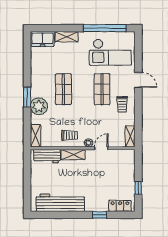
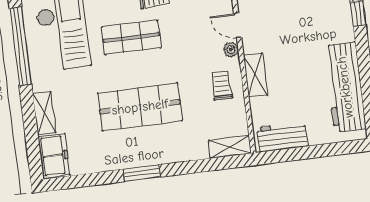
shop shelf: (63, 89) -> (140, 107), width x1.43, depth x1.36
window: (27, 97) -> (142, 173), moved
plant: (39, 106) -> (176, 147), removed
workbench: (47, 156) -> (282, 137), moved, turned -90

